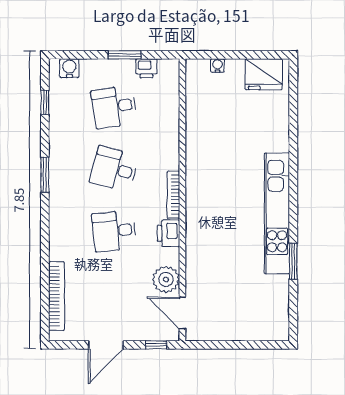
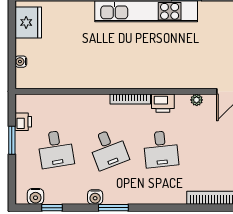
water cooler: (69, 68) -> (36, 196), moved, turned -90
water cooler: (57, 153) -> (95, 197), added
desk: (114, 169) -> (108, 149), turned -36
plant: (166, 279) -> (197, 100), width x0.53, depth x0.53

